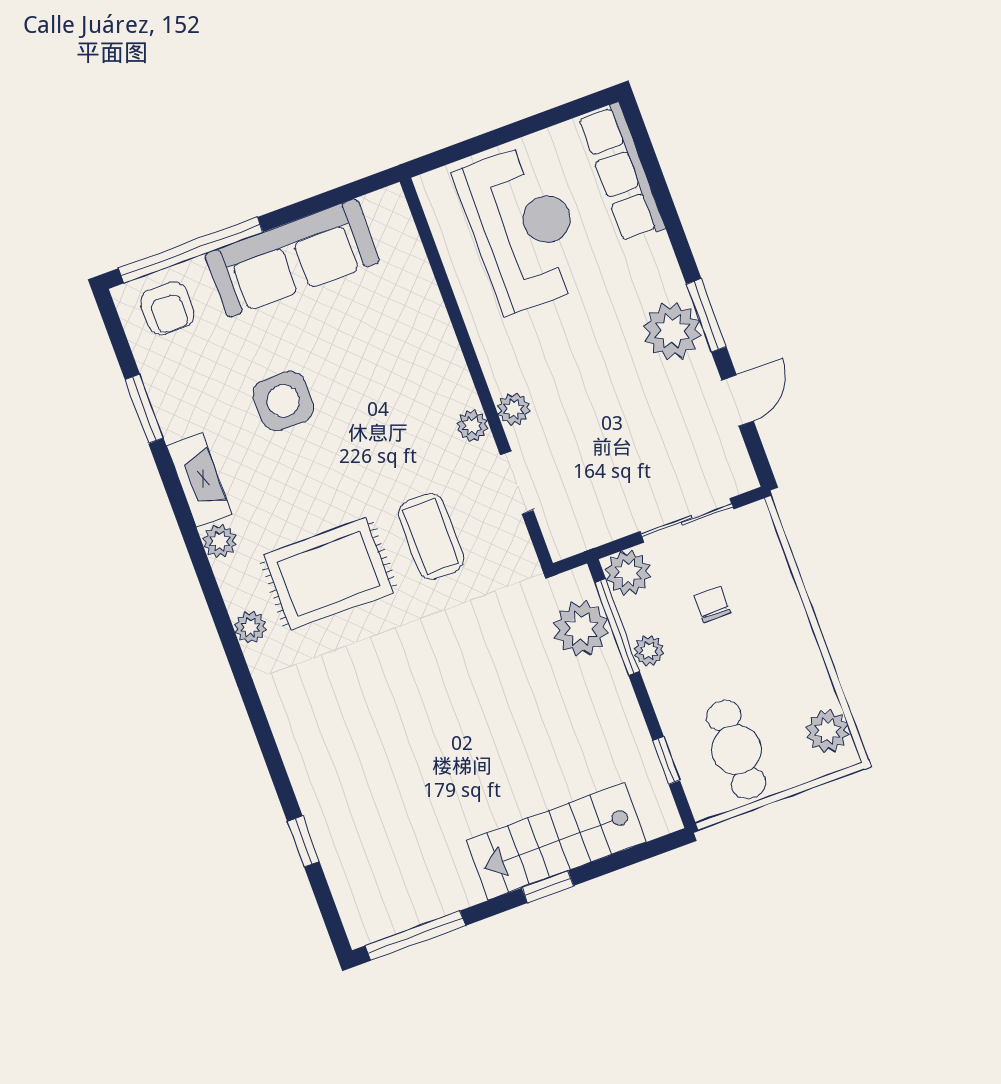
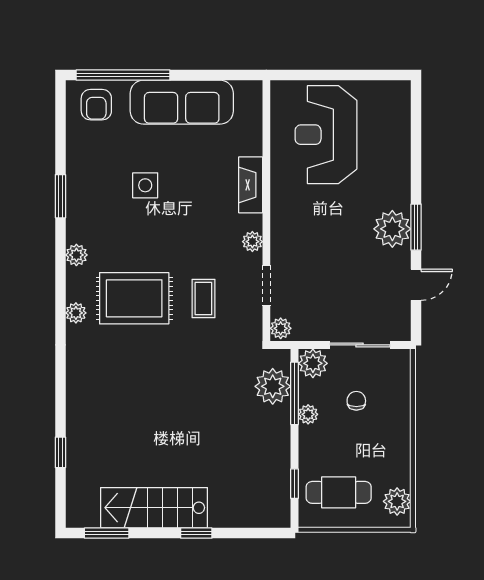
row of seats: (622, 173) -> (397, 123), removed
reception desk: (523, 228) -> (326, 135), turned 180
side table: (283, 401) -> (145, 185), width x0.73, depth x0.73
window: (144, 409) -> (60, 196), moved
plant: (514, 409) -> (281, 328), moved
fireplace: (199, 480) -> (251, 185), moved, turned 180
coffee table: (431, 537) -> (203, 299), width x0.73, depth x0.77
cafe table: (736, 750) -> (339, 492), turned 90
stairs: (557, 841) -> (154, 508), moved
window: (415, 936) -> (107, 533), width x0.69

